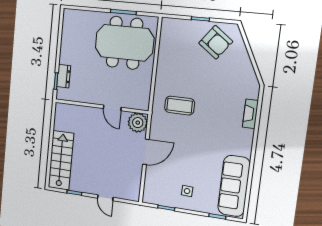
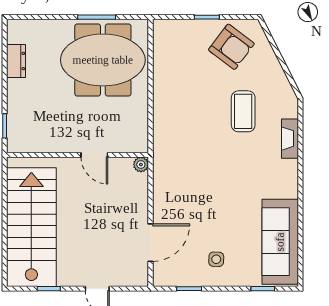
dresser: (64, 76) -> (16, 61), moved
coffee table: (180, 106) -> (243, 111), moved, turned 90
plant: (138, 123) -> (141, 164), width x0.53, depth x0.53
door: (146, 152) -> (151, 243), moved
stairs: (61, 160) -> (31, 227), width x1.36, depth x1.51

